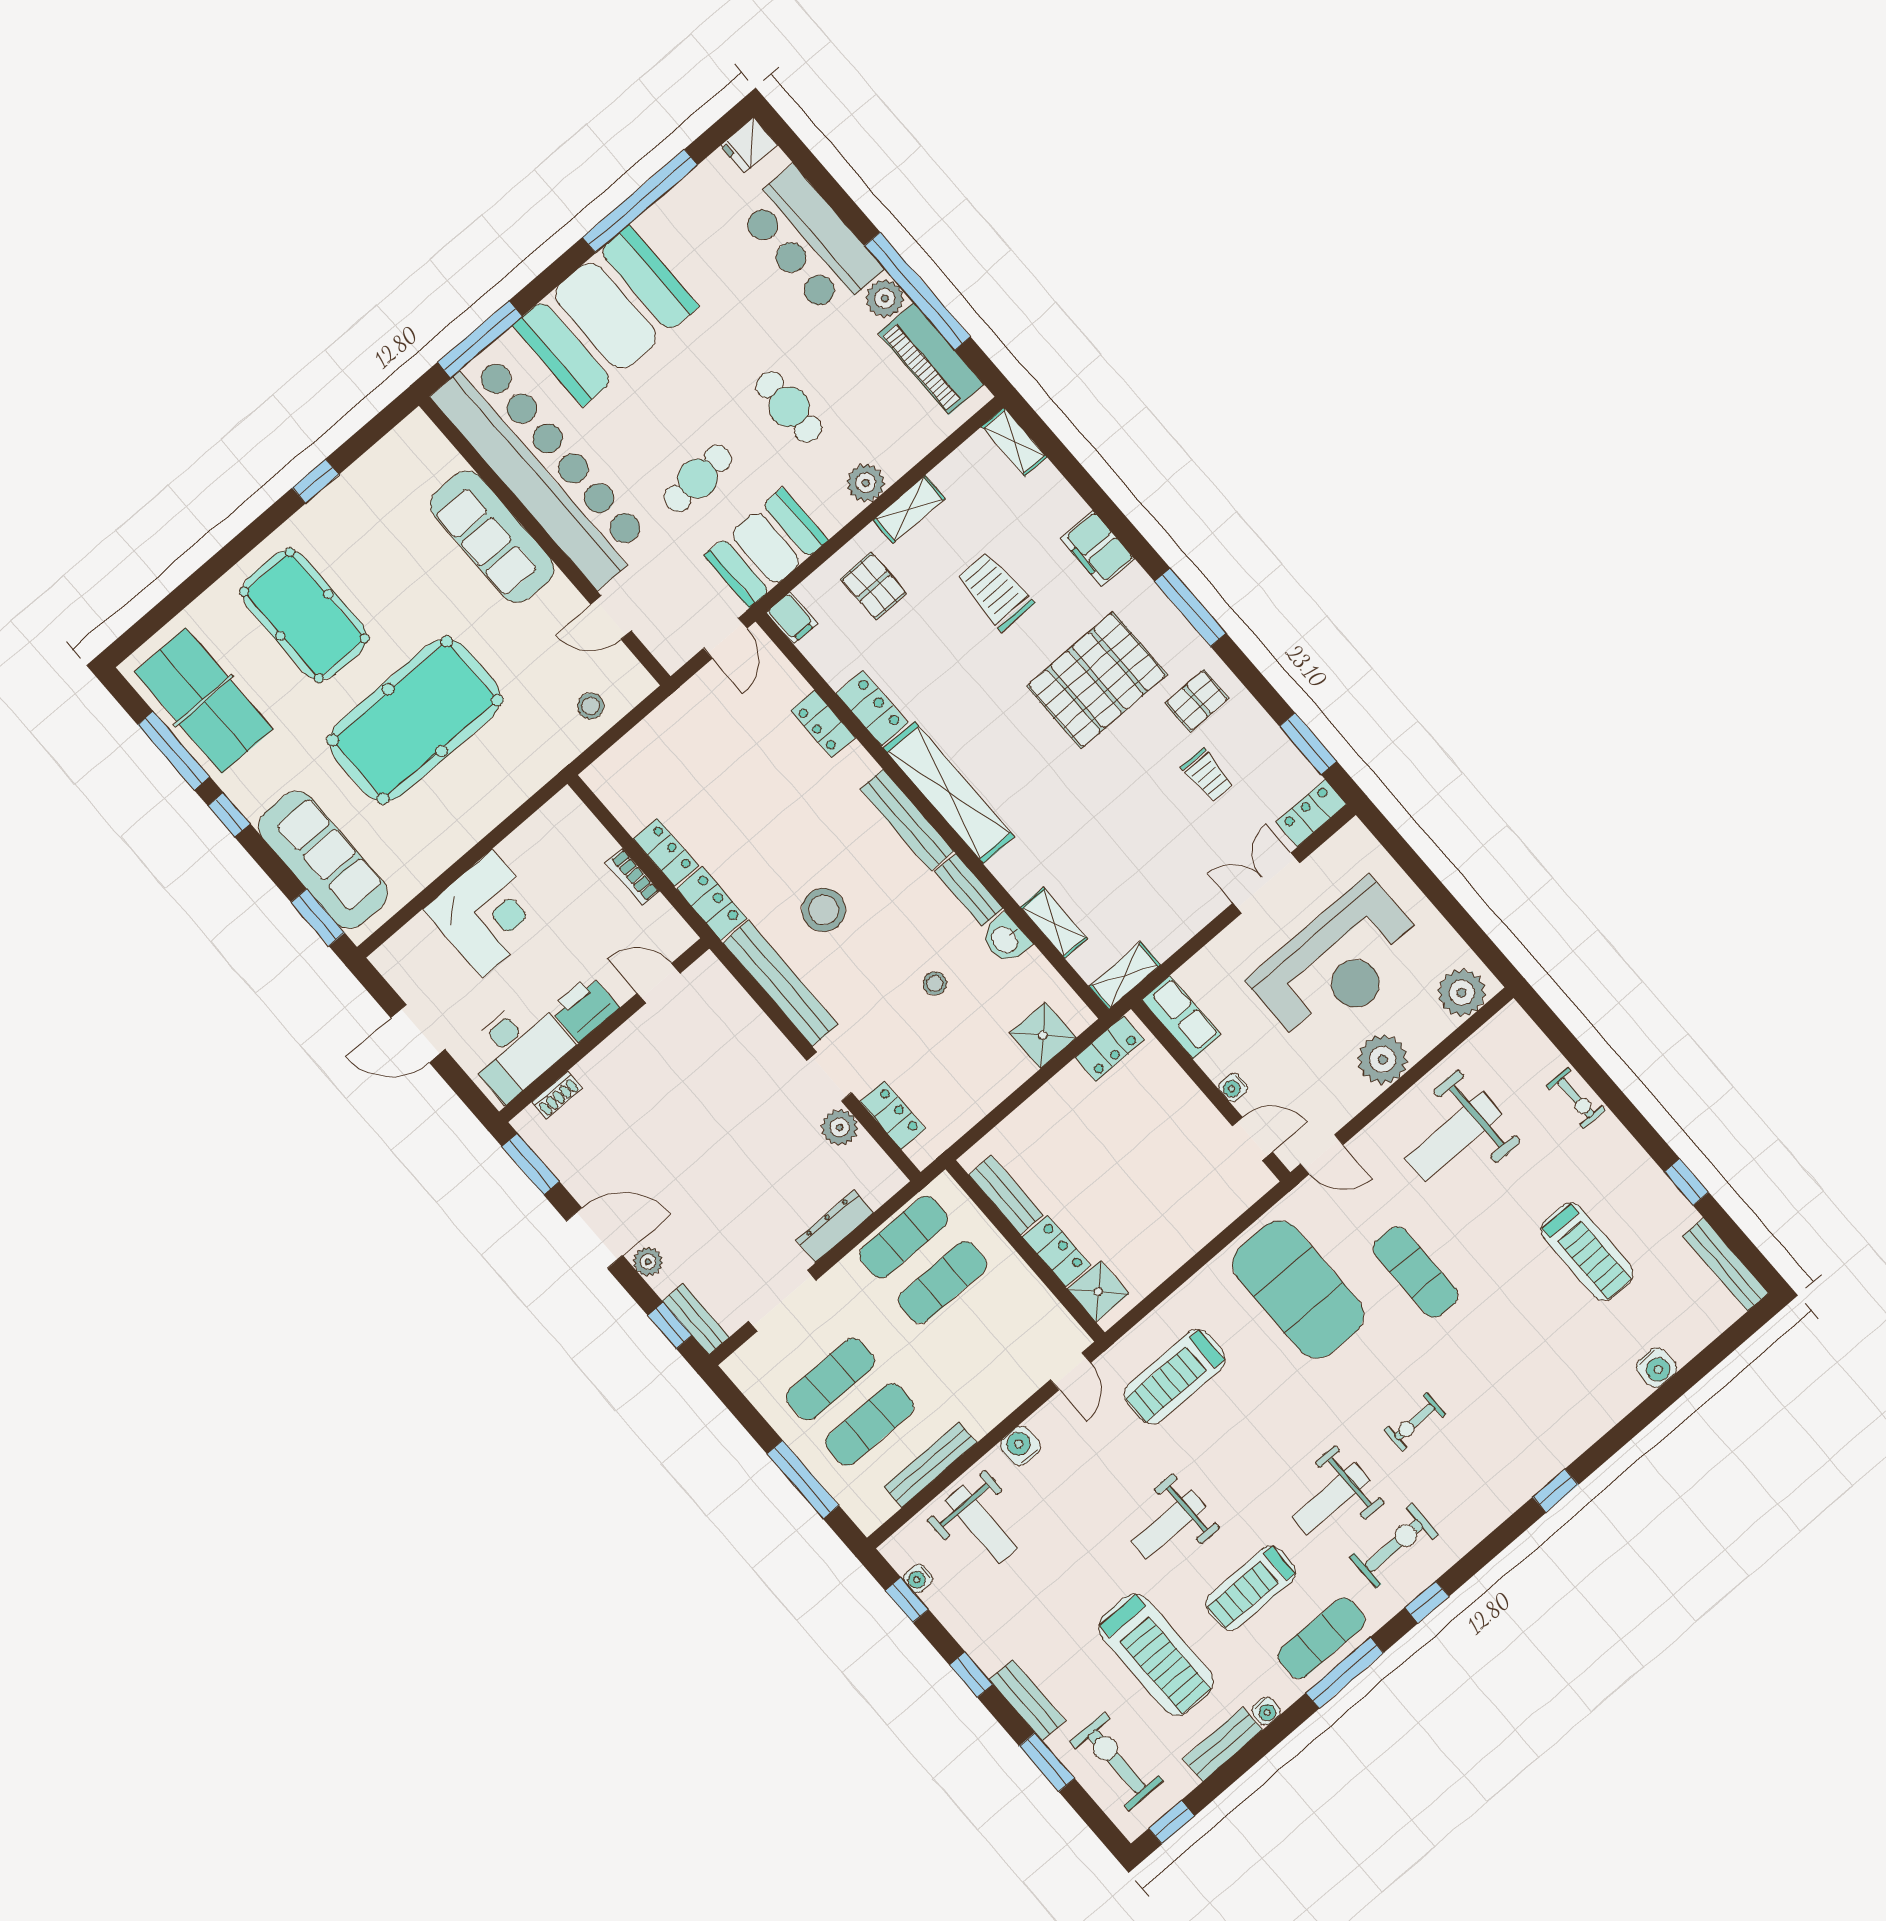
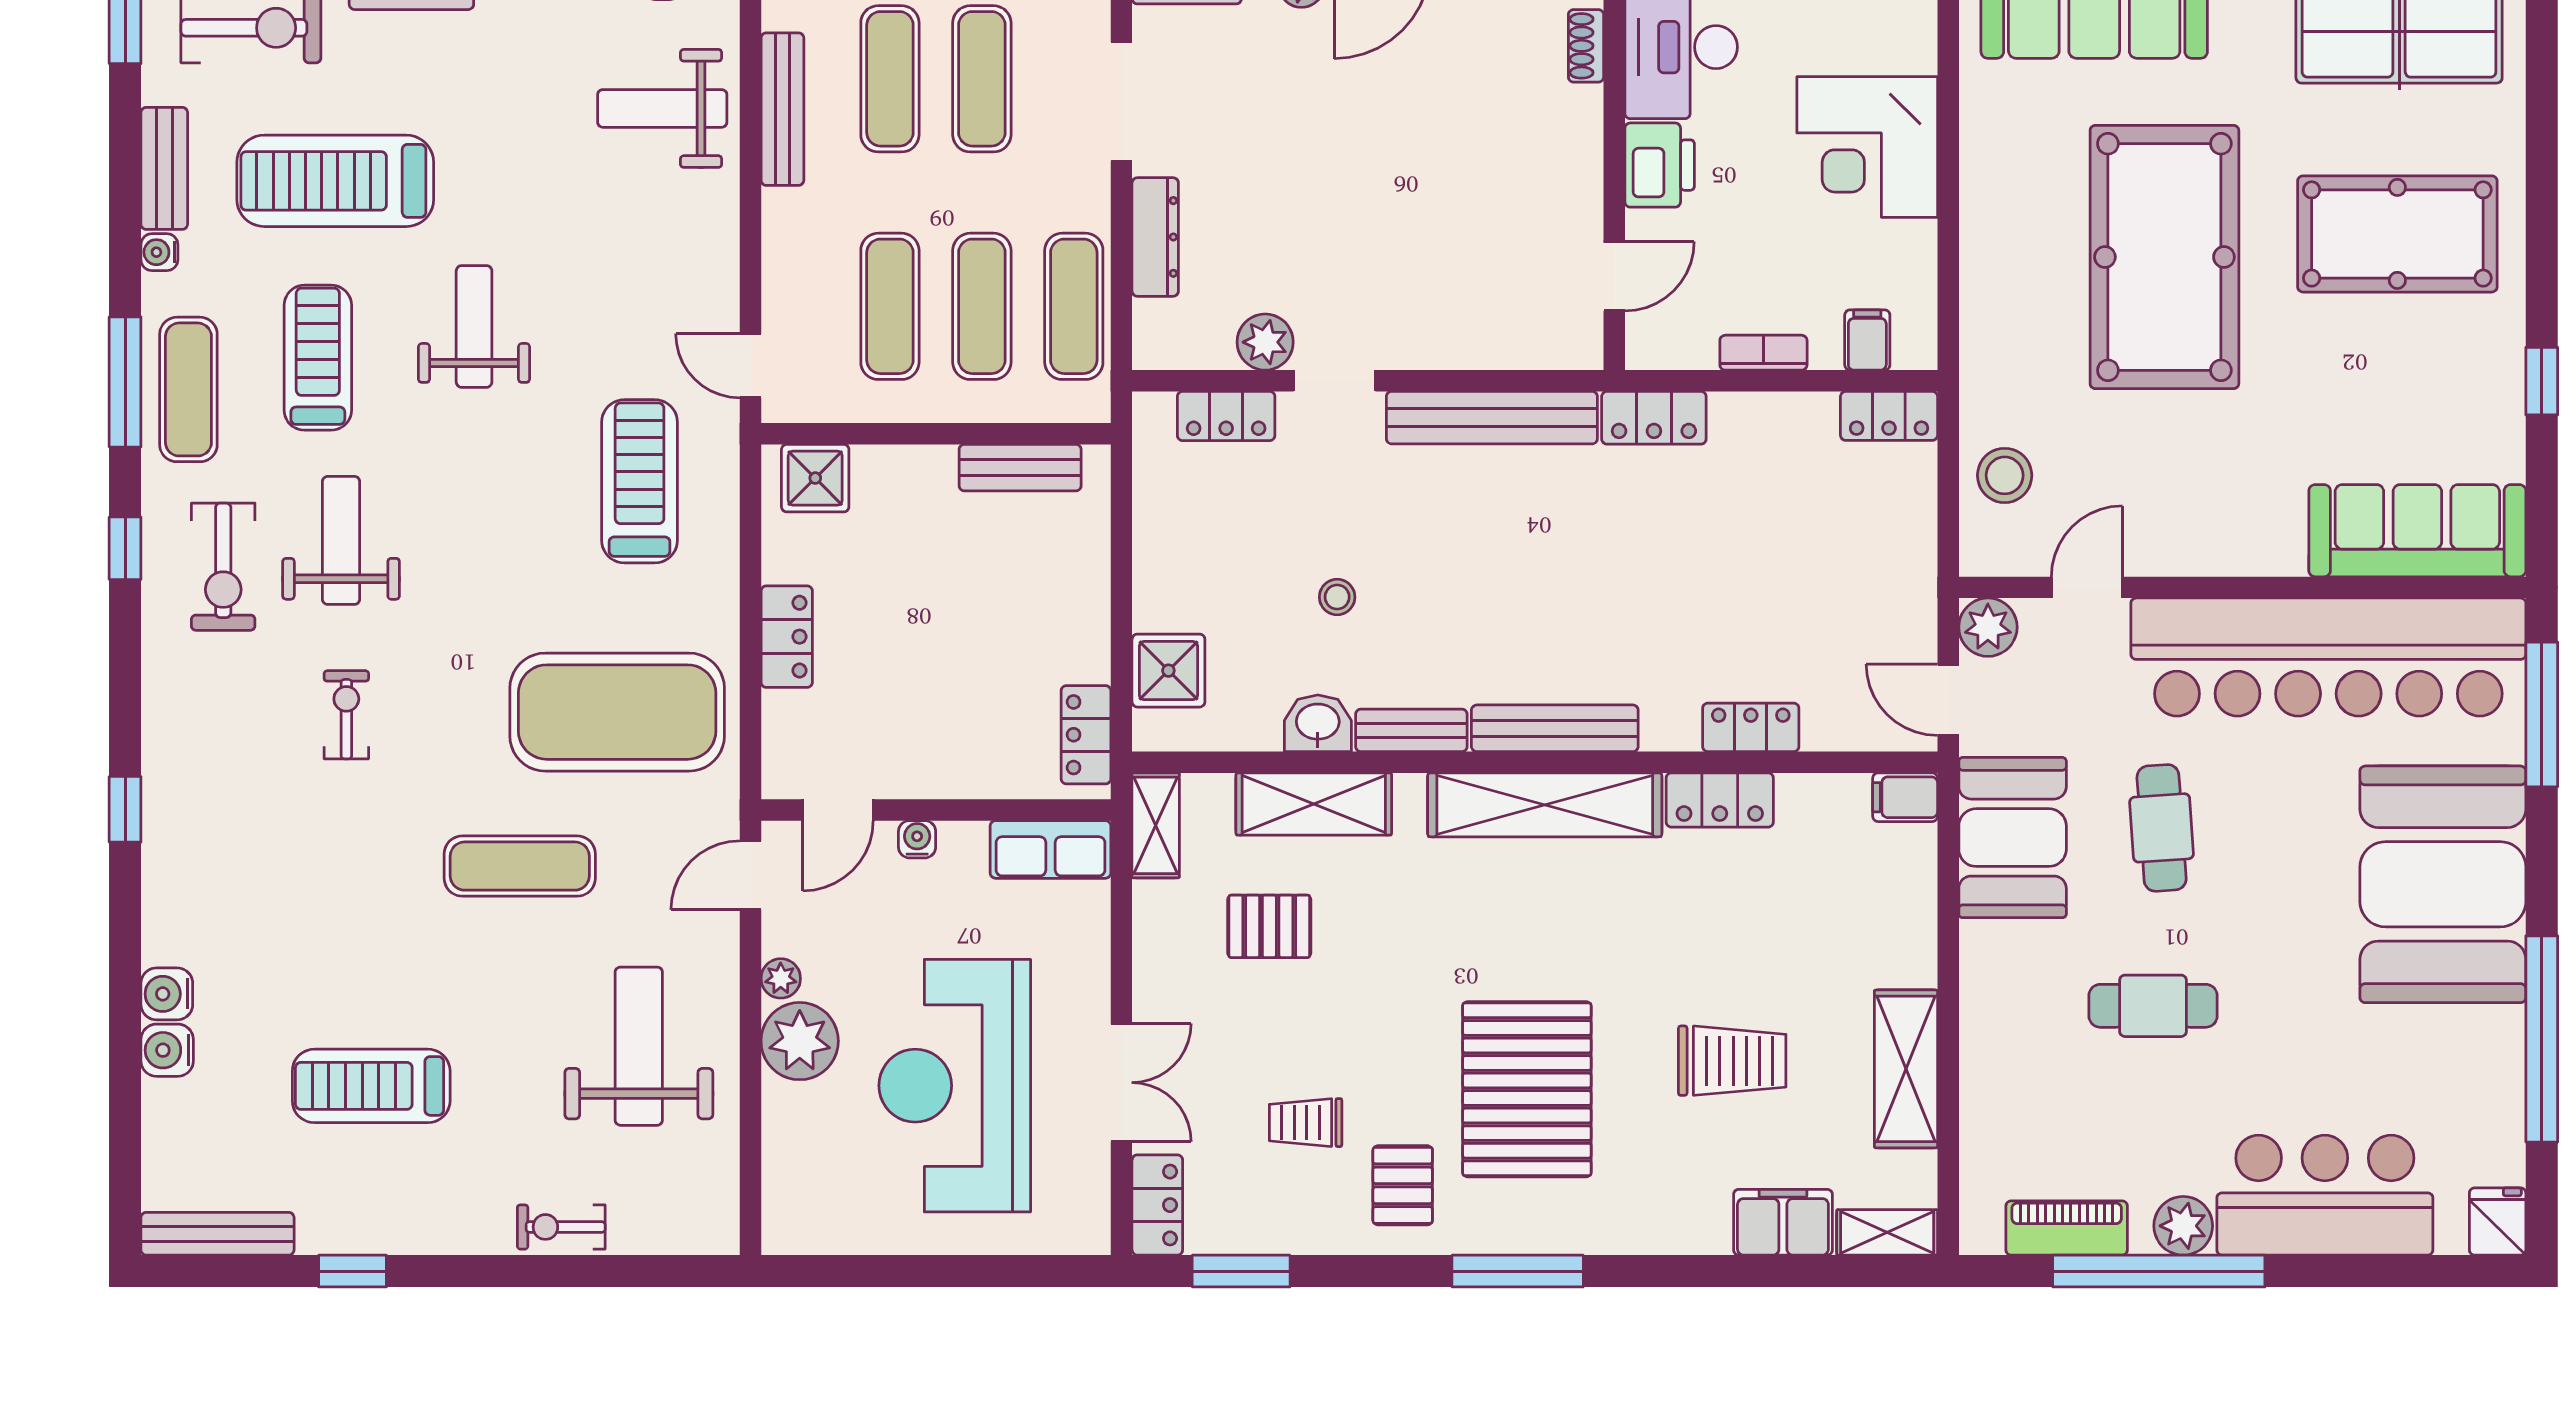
piano: (931, 359) -> (2067, 1228), width x0.73, depth x0.75
plant: (866, 483) -> (1988, 627), moved
shelving: (909, 509) -> (1906, 1069), width x1.50, depth x1.33
sofa: (492, 537) -> (2417, 531), moved
filing cabinet: (1098, 548) -> (1783, 1222), moved
pallet: (874, 586) -> (1269, 926), moved
stool: (591, 706) -> (2005, 475), width x1.37, depth x1.37
filing cabinet: (582, 831) -> (1867, 340), added
locker: (666, 852) -> (1889, 416), moved
stool: (824, 910) -> (1534, 541), removed
shelving: (1054, 923) -> (1314, 804), width x1.50, depth x1.33
plant: (1462, 993) -> (781, 978), moved, width x0.53, depth x0.53
locker: (1057, 1251) -> (787, 637), moved, turned -90
exercise mat: (982, 1328) -> (890, 306), added
water cooler: (1020, 1446) -> (167, 994), moved, turned 180

